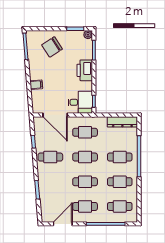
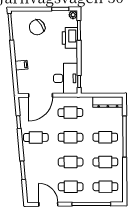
printer: (85, 70) -> (70, 38), moved
desk: (80, 102) -> (66, 78), width x1.37
door: (55, 115) -> (40, 95), hinge flipped
door: (63, 224) -> (48, 204), hinge flipped

